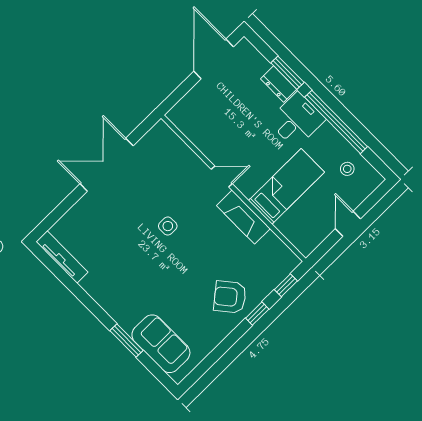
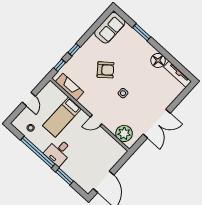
dresser: (279, 84) -> (69, 170), removed
plant: (170, 149) -> (124, 133), added
fireplace: (243, 217) -> (70, 87), moved
floor lamp: (98, 285) -> (158, 60), added
armchair: (230, 297) -> (105, 70), moved
sofa: (161, 344) -> (110, 28), moved, turned -90

